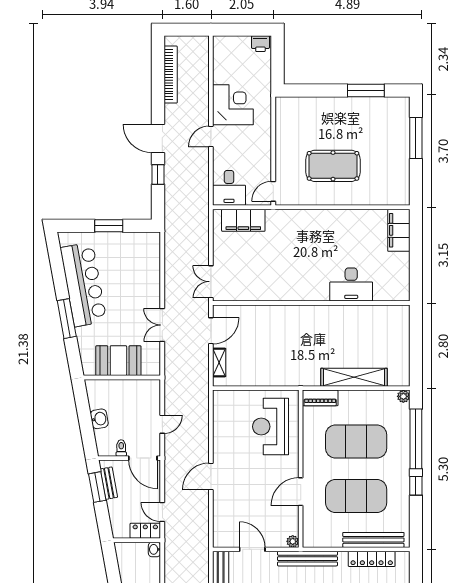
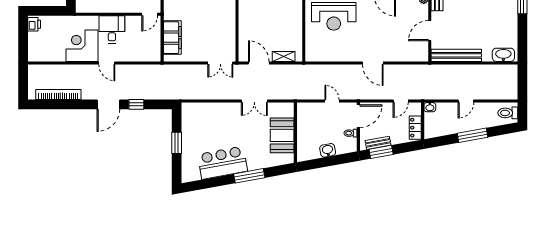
desk: (229, 188) -> (112, 29), moved, turned -90
door: (273, 191) -> (150, 14), hinge flipped
bar counter: (83, 284) -> (223, 163), width x0.73
locker: (145, 531) -> (415, 128), moved

